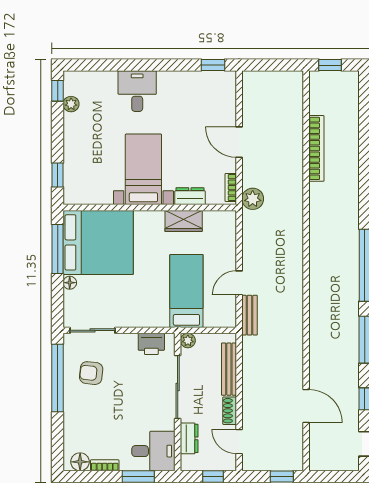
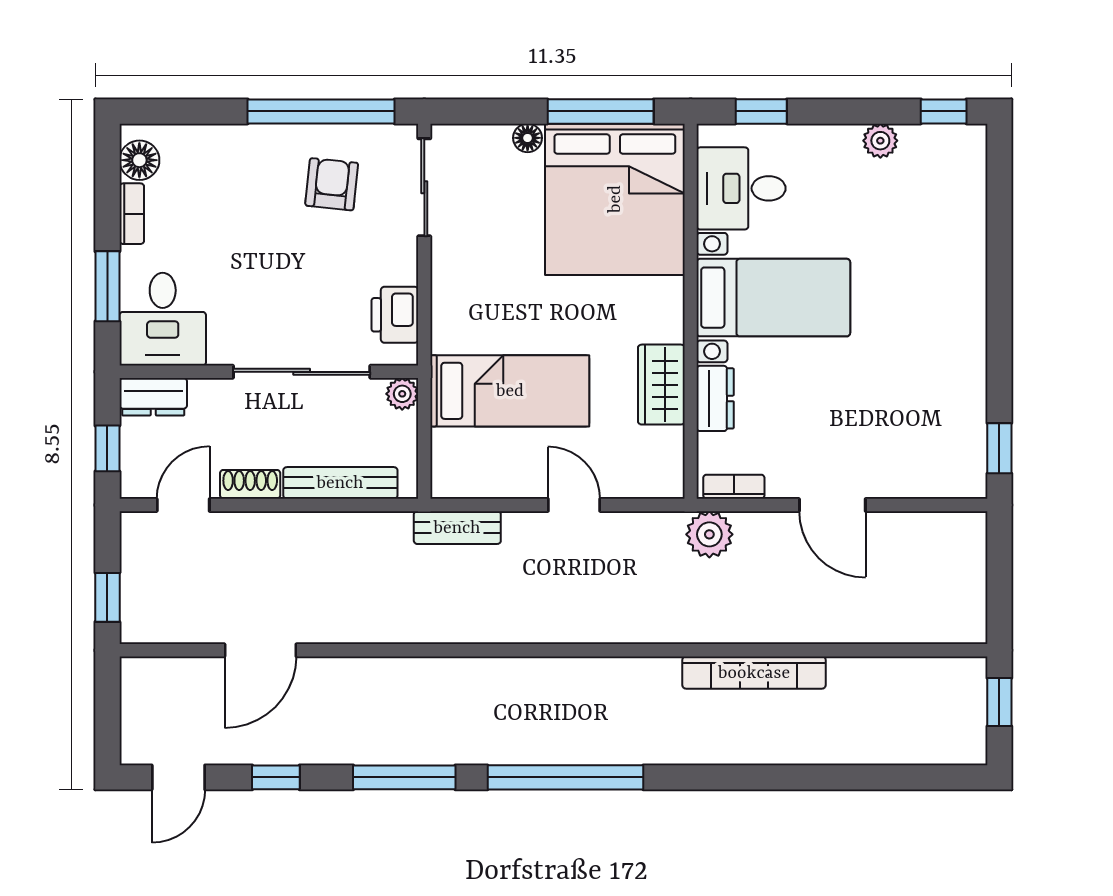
desk: (137, 91) -> (741, 188), moved, turned 180
plant: (71, 104) -> (880, 141), moved
door: (239, 142) -> (832, 505), swing flipped
bookcase: (316, 148) -> (754, 673), moved
door: (239, 283) -> (574, 505), moved
dresser: (189, 438) -> (153, 397), moved

